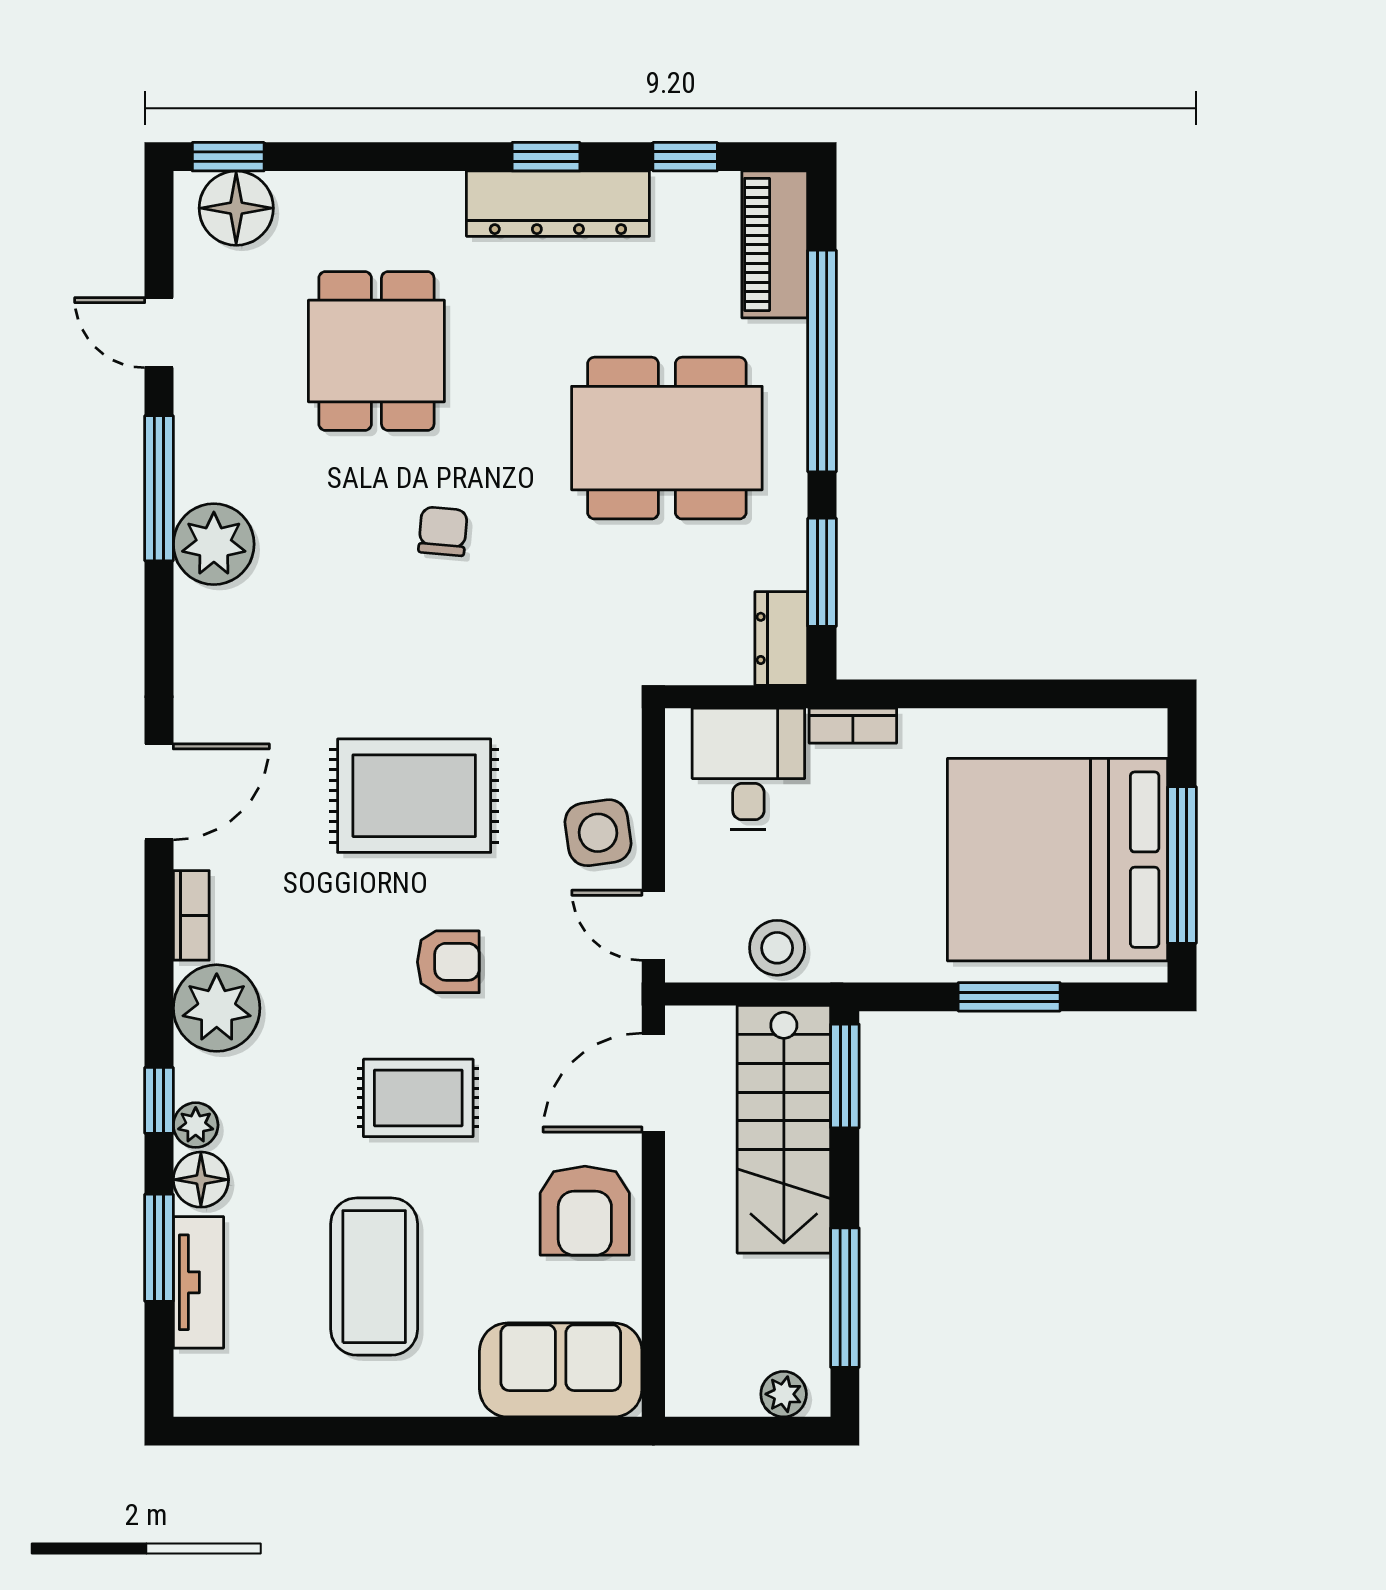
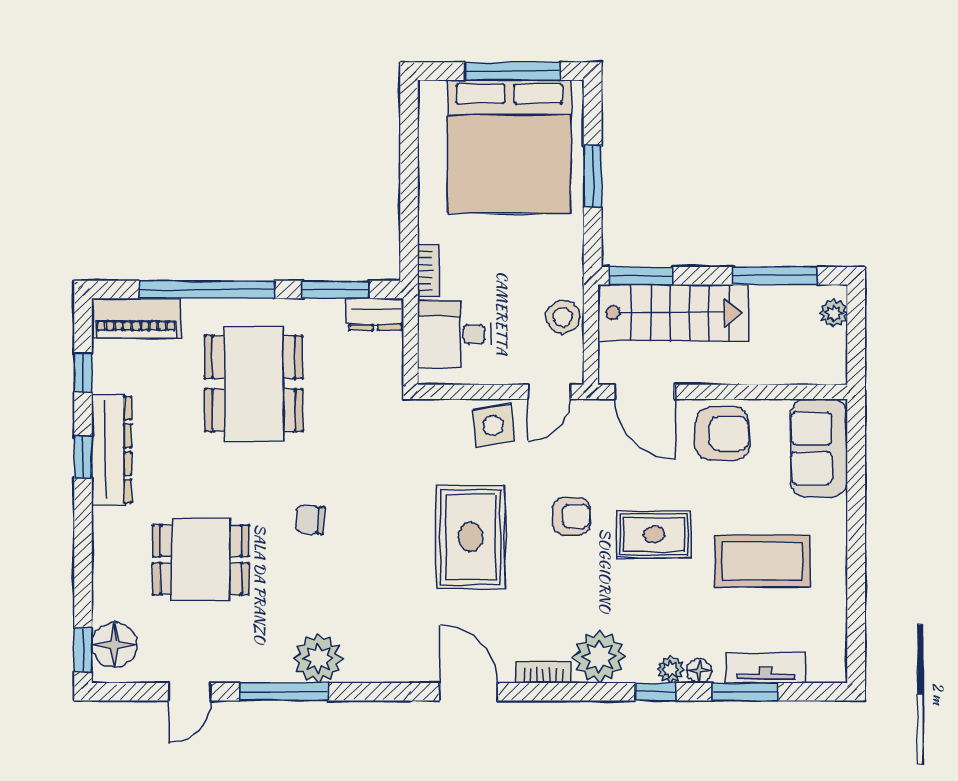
armchair: (448, 962) -> (571, 516), turned 90
rug: (418, 1098) -> (654, 534), turned 90
floor lamp: (201, 1180) -> (699, 671), width x0.73, depth x0.73

